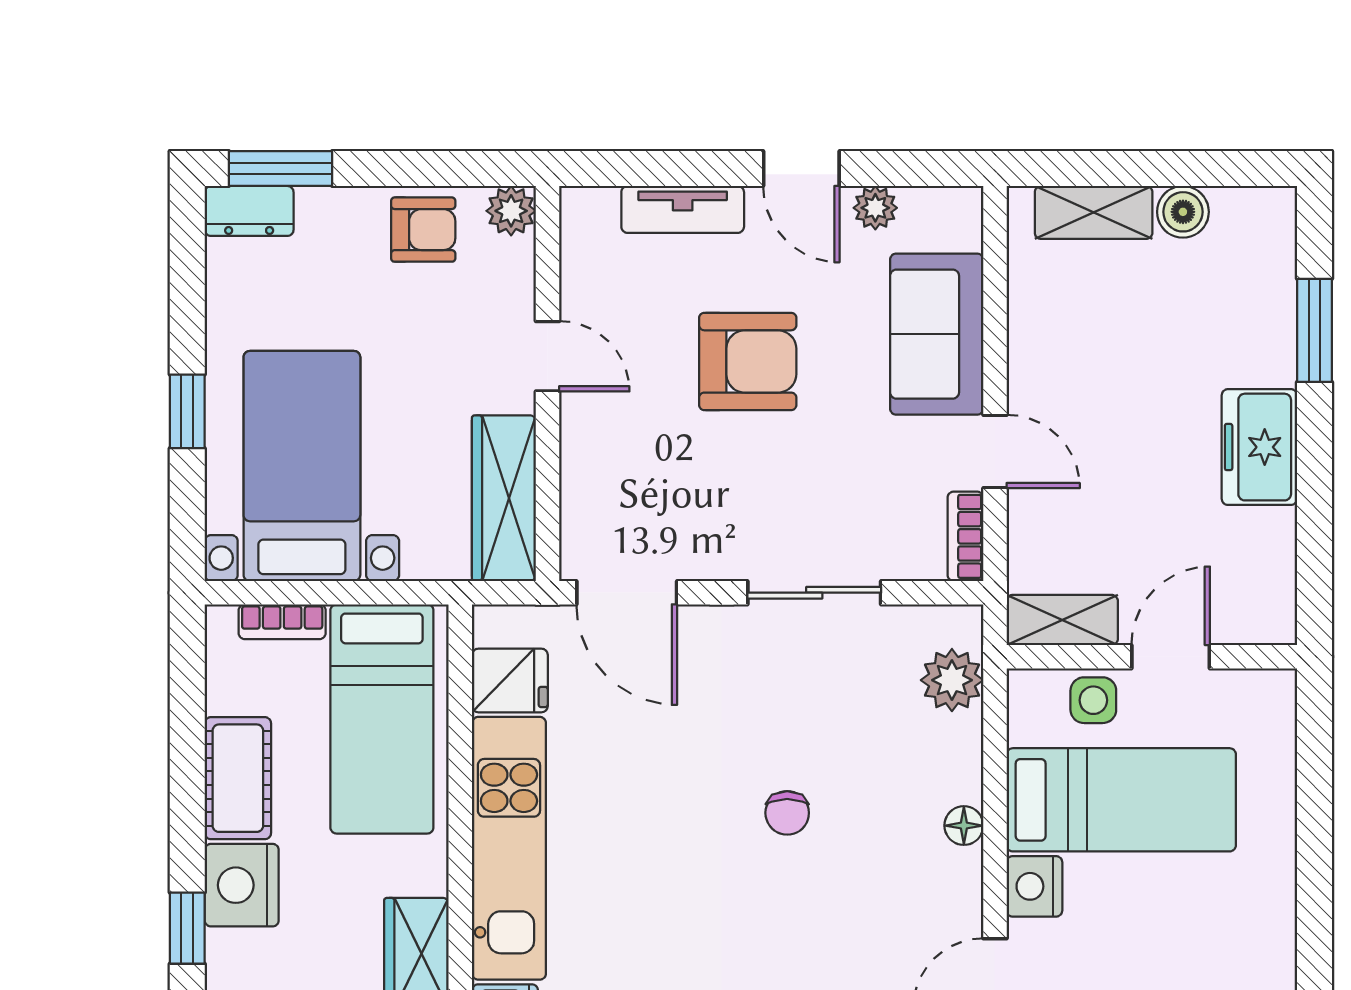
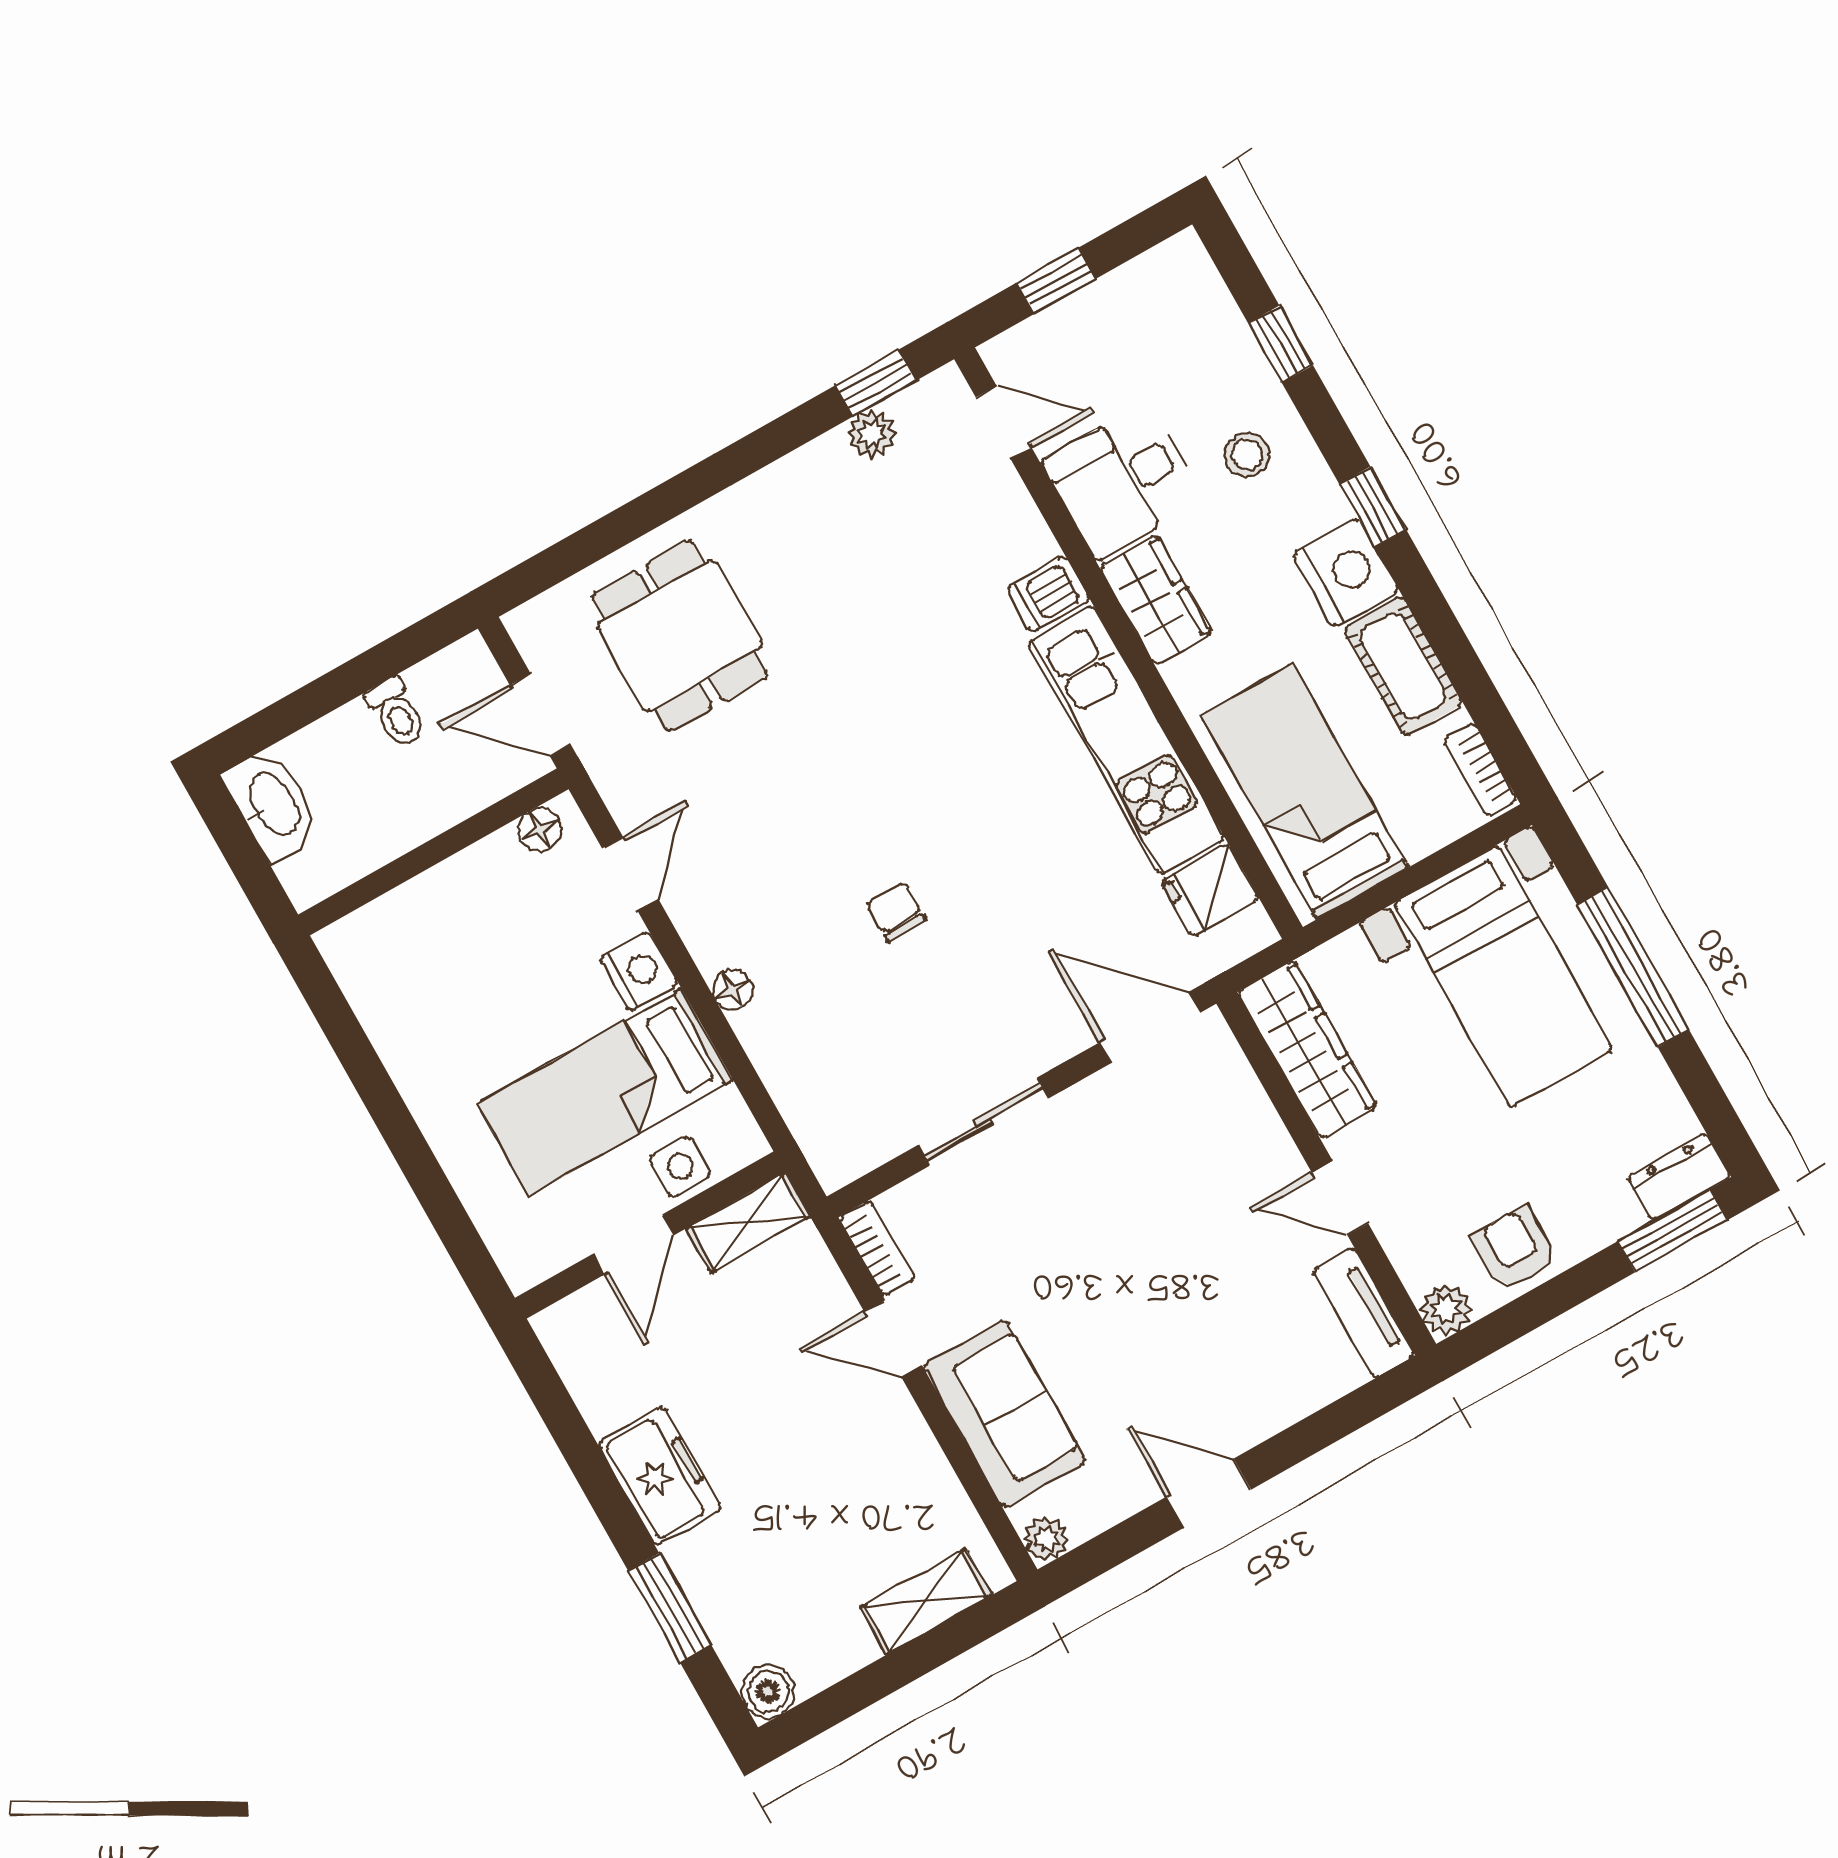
plant: (875, 208) -> (1046, 1539), moved
tv unit: (683, 209) -> (1364, 1313), moved, turned -90
boiler: (1183, 212) -> (768, 1692), moved
armchair: (423, 230) -> (1515, 1248), turned 90
armchair: (748, 361) -> (1159, 1294), removed
window: (187, 411) -> (1633, 967), width x2.17
bookcase: (282, 622) -> (1480, 770), moved, turned -90
plant: (952, 680) -> (816, 1113), removed

